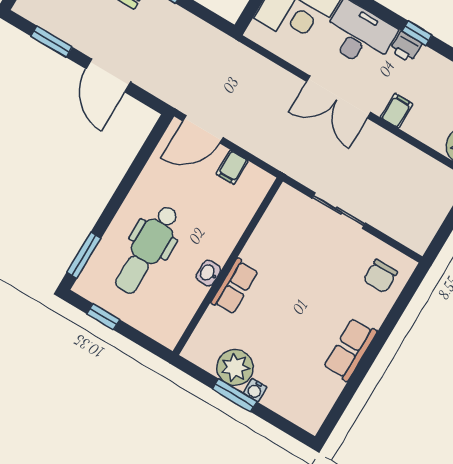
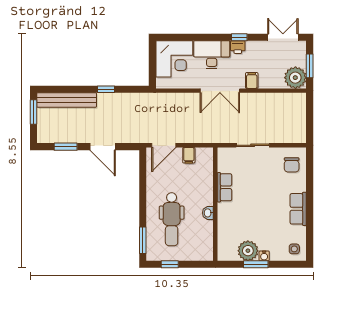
row of seats: (235, 287) -> (224, 187), moved
side table: (308, 407) -> (294, 249), added

